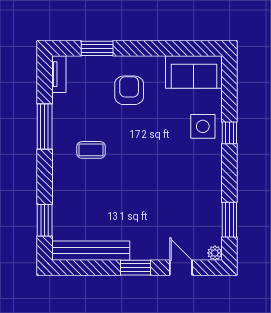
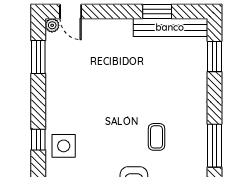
coffee table: (91, 150) -> (157, 137), moved, turned 90
window: (135, 268) -> (157, 11), moved
door: (181, 268) -> (71, 11), moved

